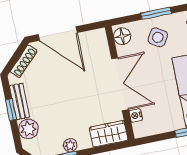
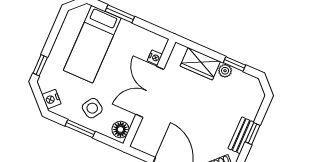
plant: (28, 129) -> (250, 108), removed
wardrobe: (109, 134) -> (200, 64), moved

